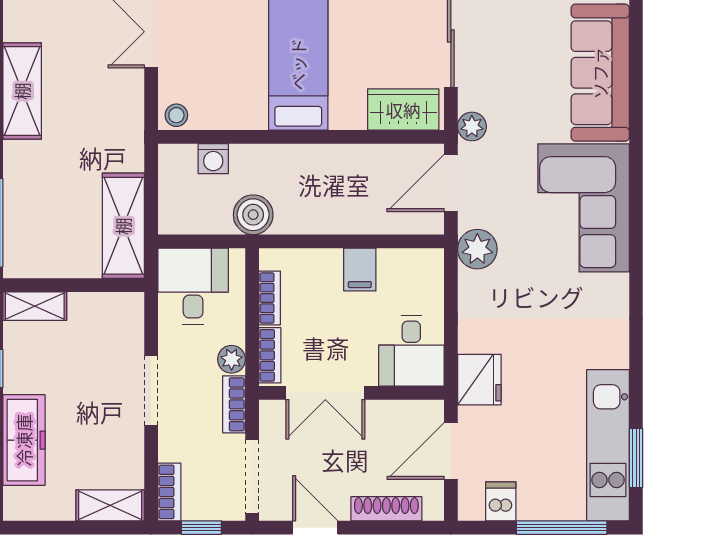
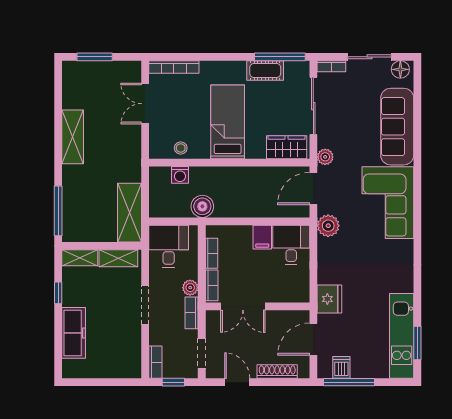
stool: (176, 115) -> (181, 148), moved
desk: (411, 351) -> (291, 245), moved, turned 180
doorway: (252, 477) -> (202, 354), width x0.73
shelving: (110, 505) -> (118, 258), moved
window: (562, 528) -> (349, 382), moved

